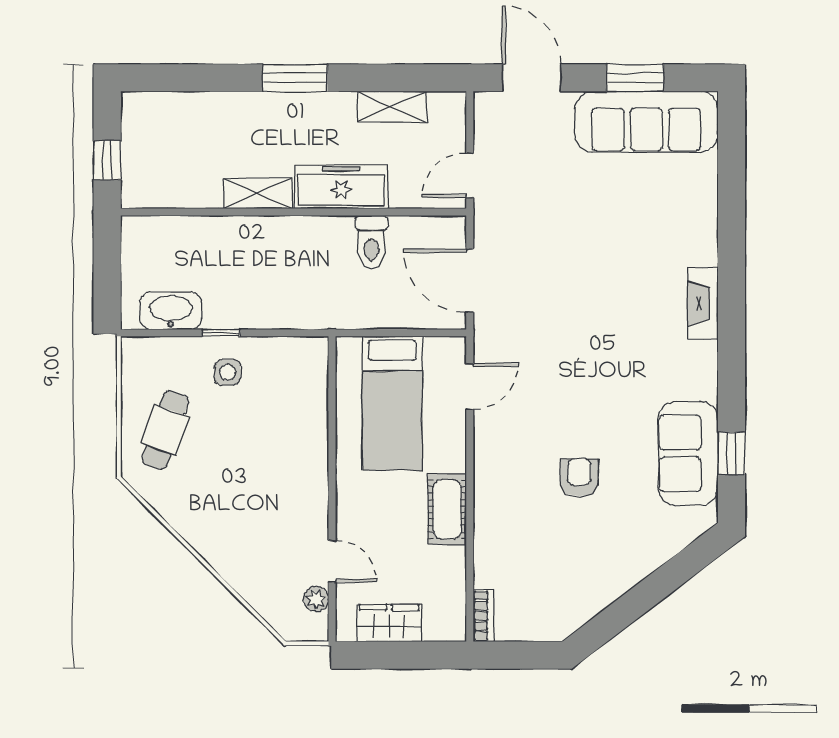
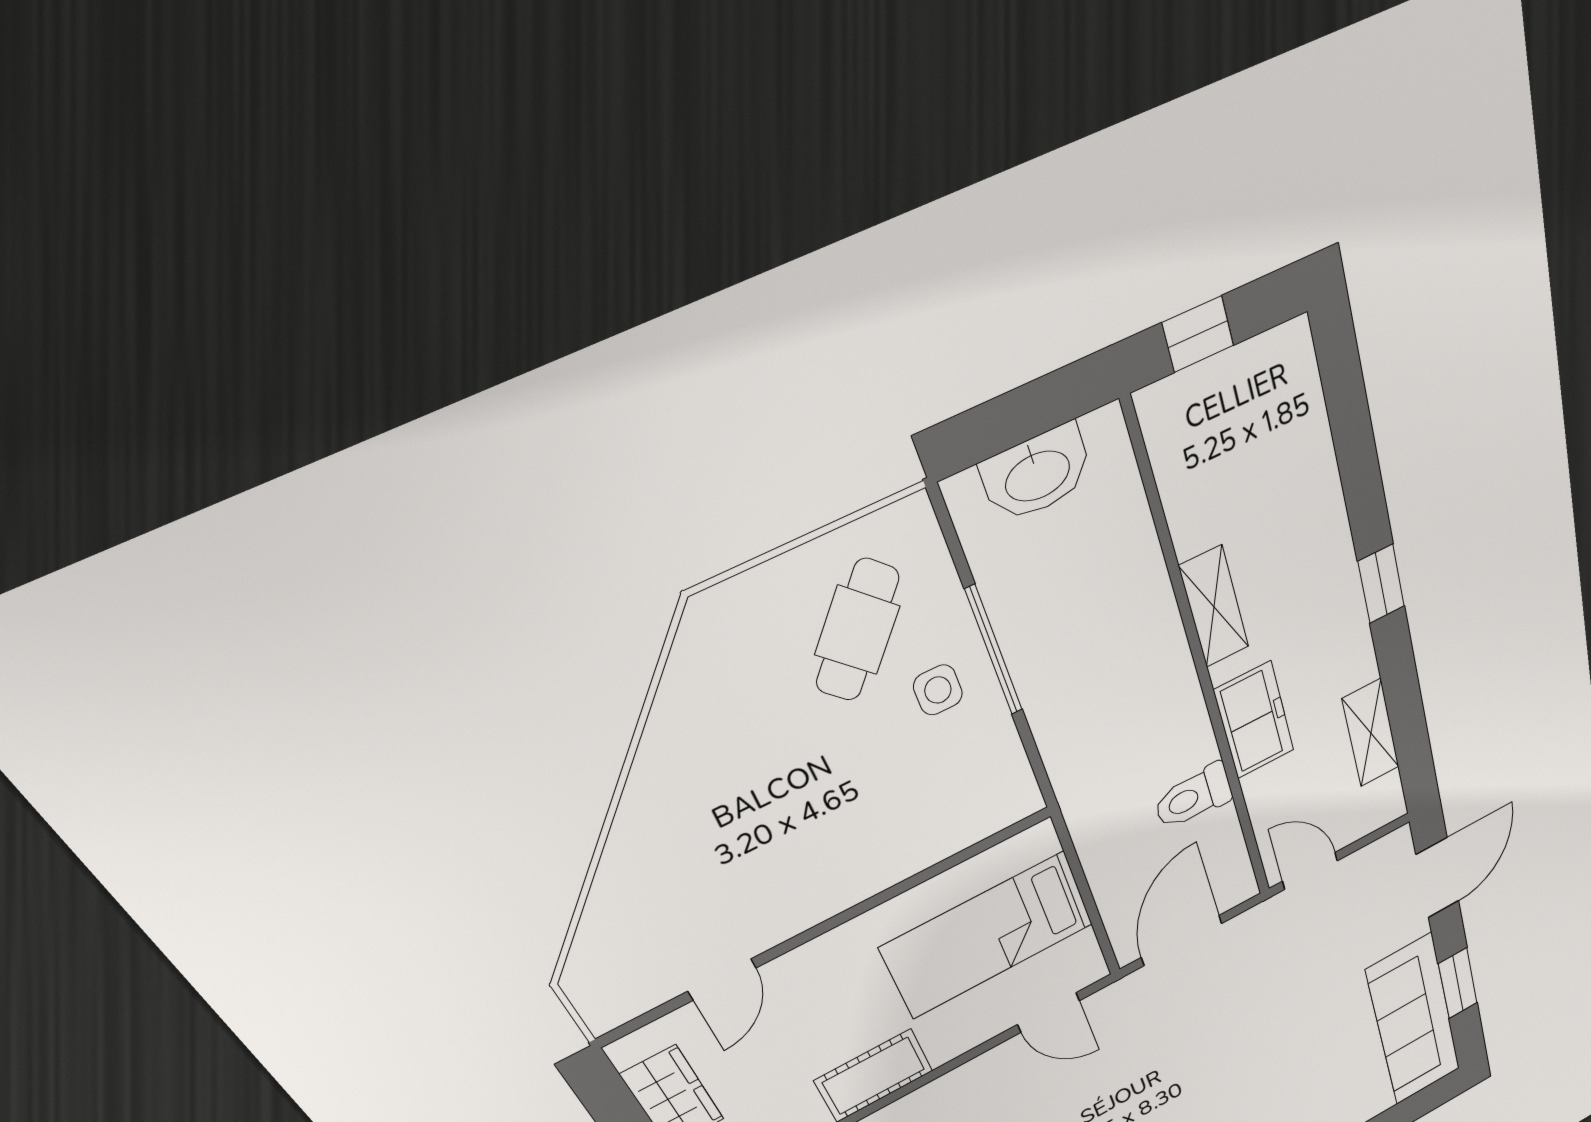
window: (295, 78) -> (1381, 584), width x0.67
freezer: (341, 187) -> (1254, 720), width x0.71
washbasin: (171, 311) -> (1037, 474), moved, turned 90
window: (221, 333) -> (994, 651), width x2.17
cafe table: (165, 430) -> (857, 630), moved, turned -66
plant: (316, 599) -> (651, 989), removed

